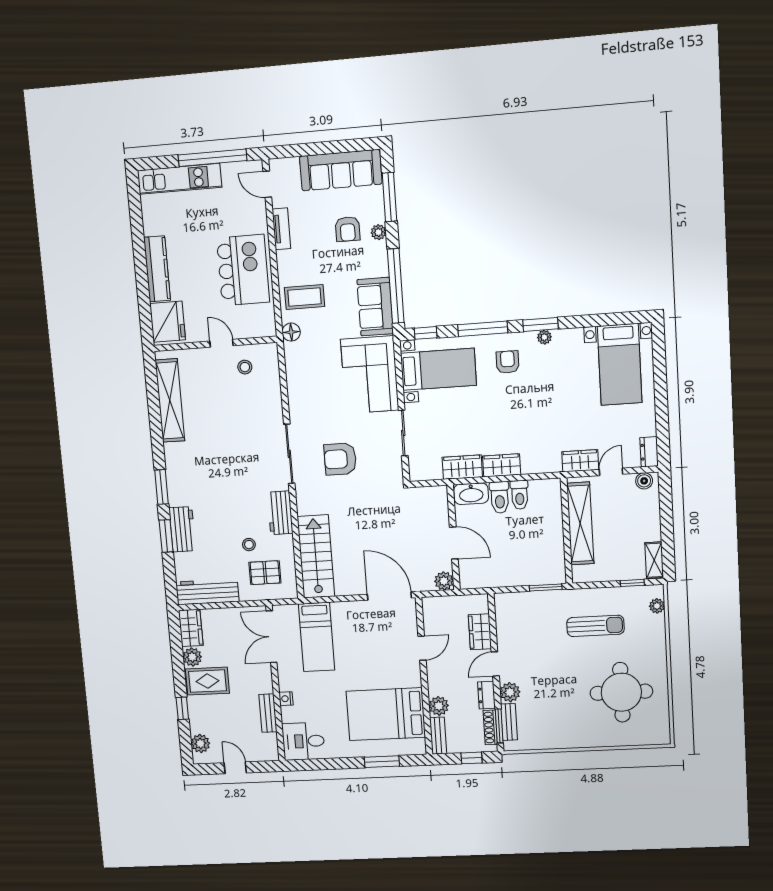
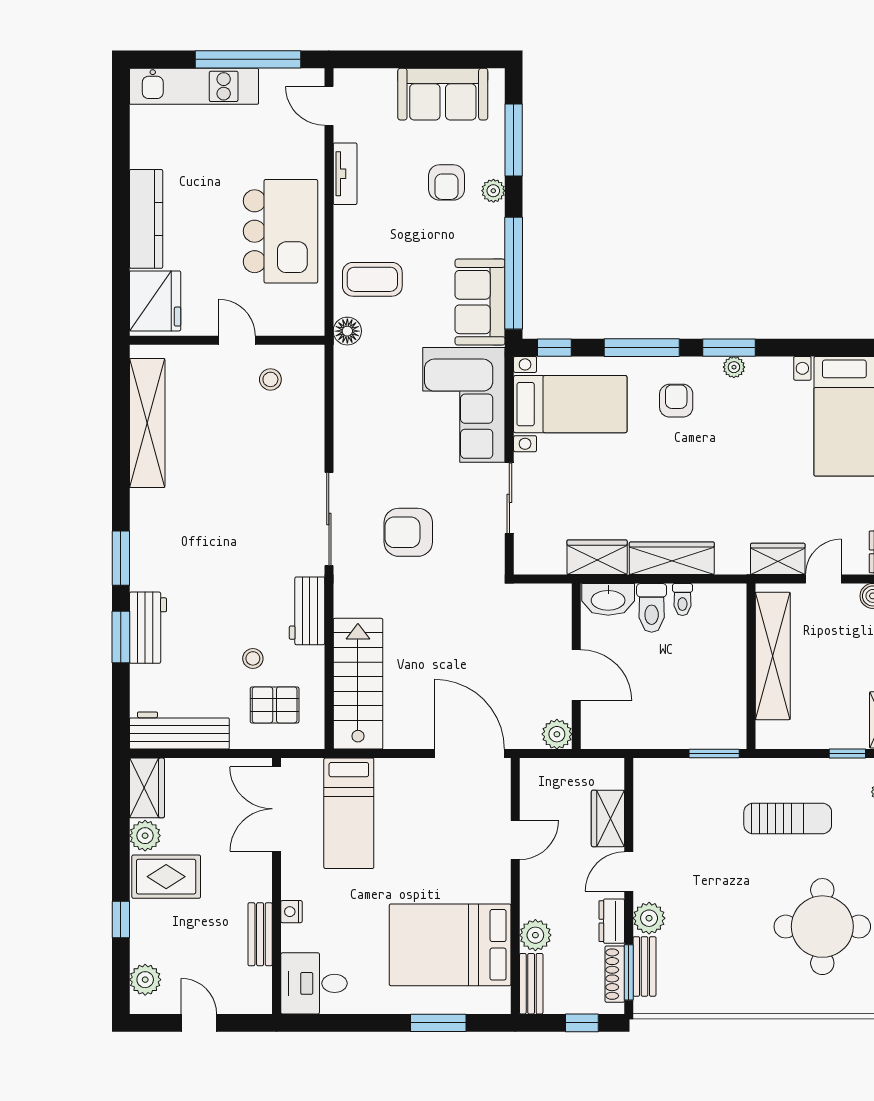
sofa: (341, 170) -> (443, 94), width x0.73
wardrobe: (502, 465) -> (672, 558), width x1.50
toilet: (520, 495) -> (682, 600), width x0.73, depth x0.72

